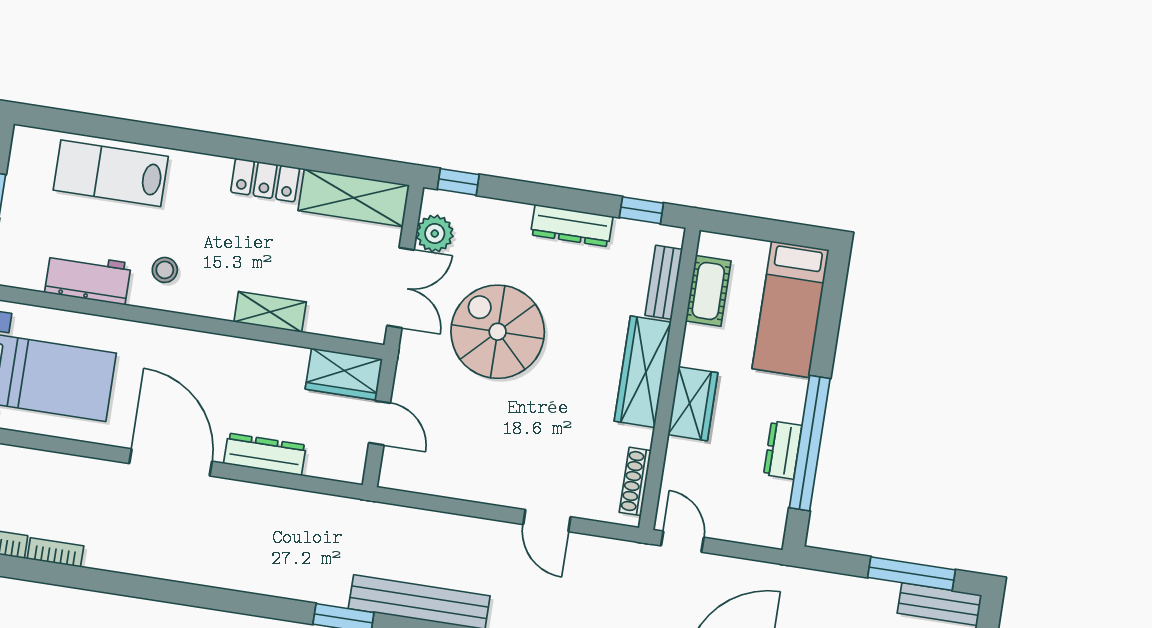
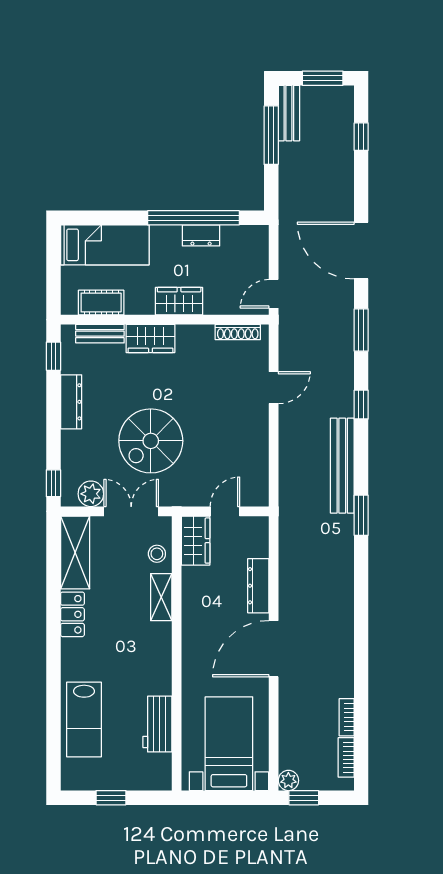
stool: (165, 270) -> (157, 554), moved
wardrobe: (643, 372) -> (150, 338), width x0.67

